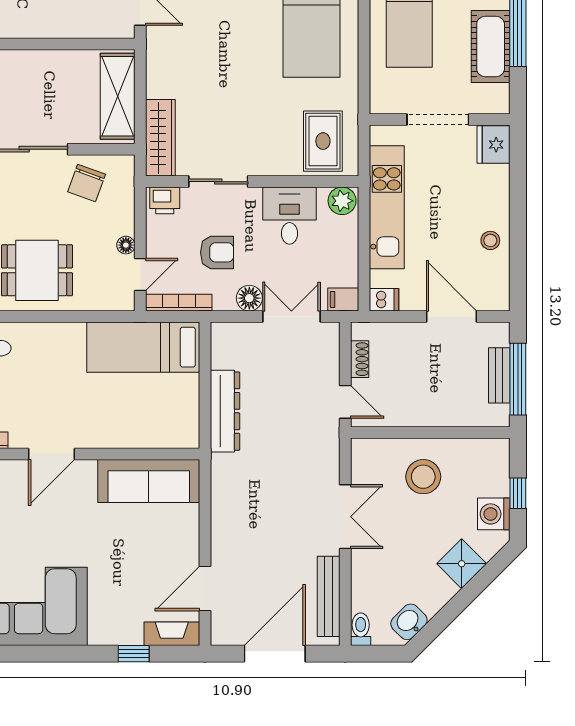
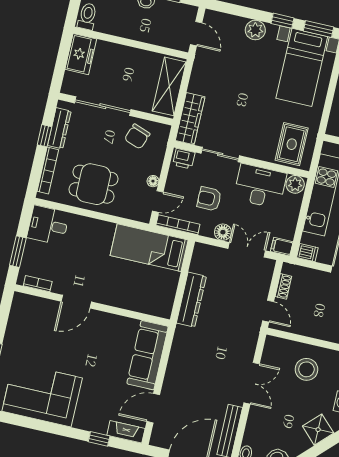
desk: (289, 216) -> (260, 186), width x1.37
armchair: (217, 252) -> (209, 199), turned 180
sofa: (149, 481) -> (148, 355), moved, turned 90

